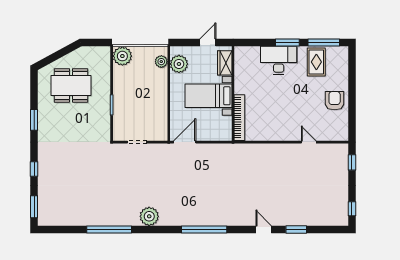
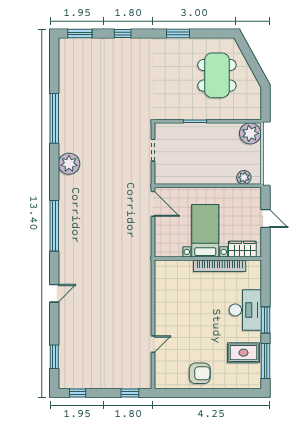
door: (208, 43) -> (265, 219), moved
plant: (179, 64) -> (241, 197), removed
bookcase: (239, 118) -> (220, 266), moved
window: (296, 229) -> (54, 357), moved

